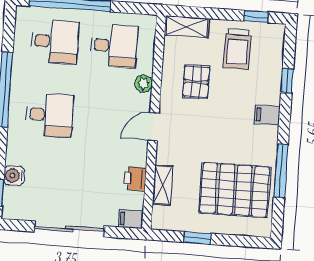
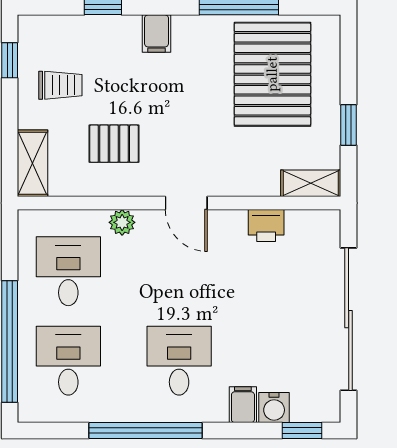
trolley: (237, 49) -> (60, 85), width x0.73, depth x0.72
shelving: (163, 185) -> (311, 183), moved
filing cabinet: (131, 219) -> (243, 405), moved, turned 180
sliding door: (69, 229) -> (349, 319), width x1.36

